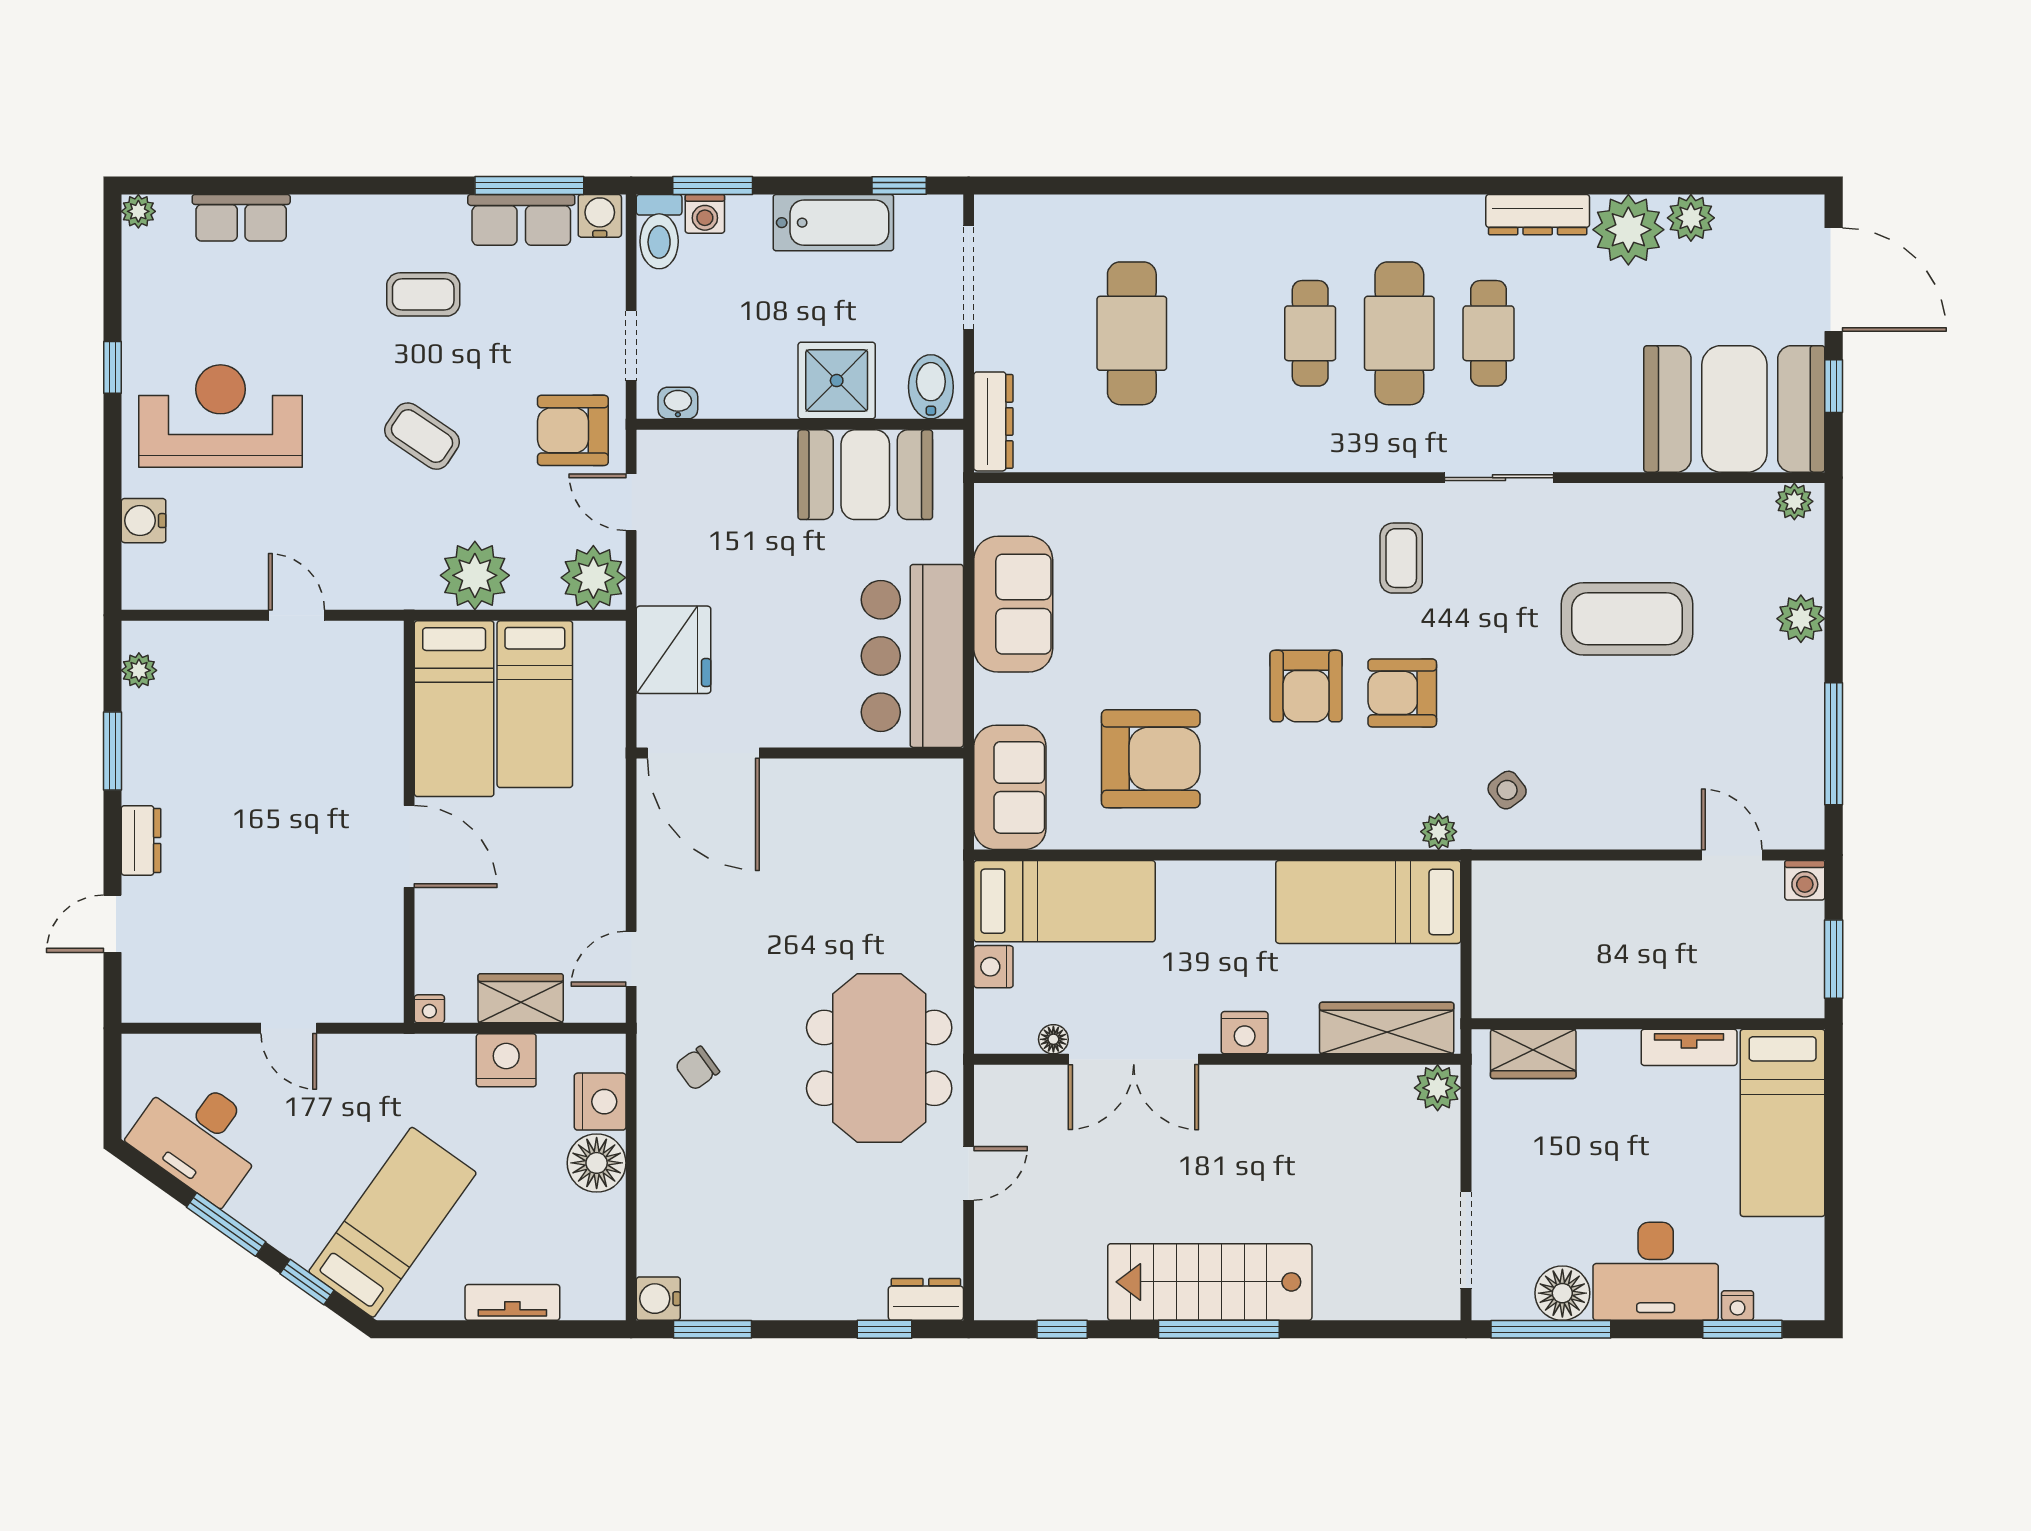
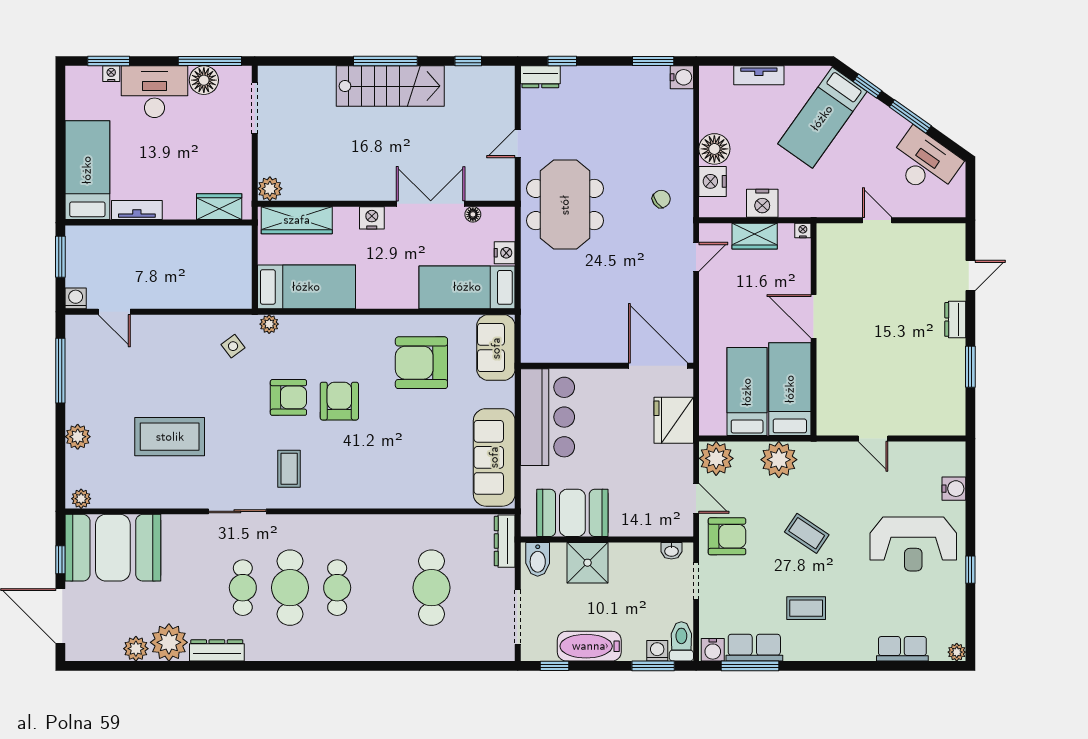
sofa: (1013, 604) -> (494, 457), width x1.36
plant: (139, 670) -> (956, 409), removed

